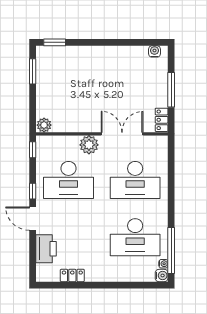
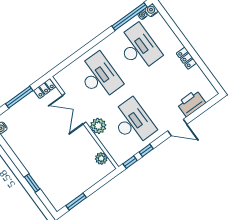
window: (55, 42) -> (32, 183), moved
plant: (44, 125) -> (101, 158), moved
window: (33, 191) -> (146, 150), moved
door: (33, 219) -> (177, 128), hinge flipped
locker: (72, 275) -> (186, 58), moved

